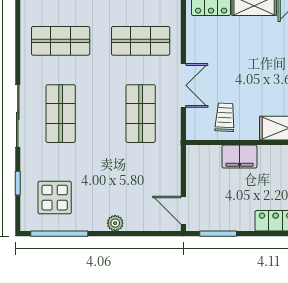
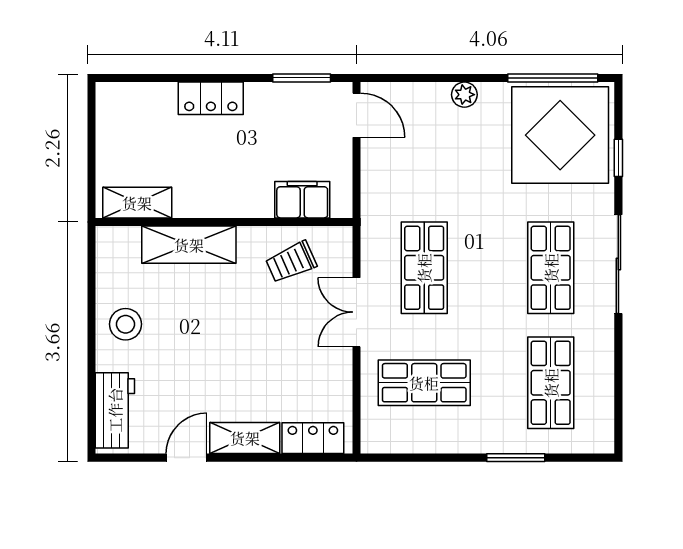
shop shelf: (61, 41) -> (551, 383), turned 90
trolley: (225, 117) -> (291, 262), turned 63
filing cabinet: (239, 157) -> (302, 200), moved
display table: (55, 198) -> (560, 135), width x1.86, depth x1.86

